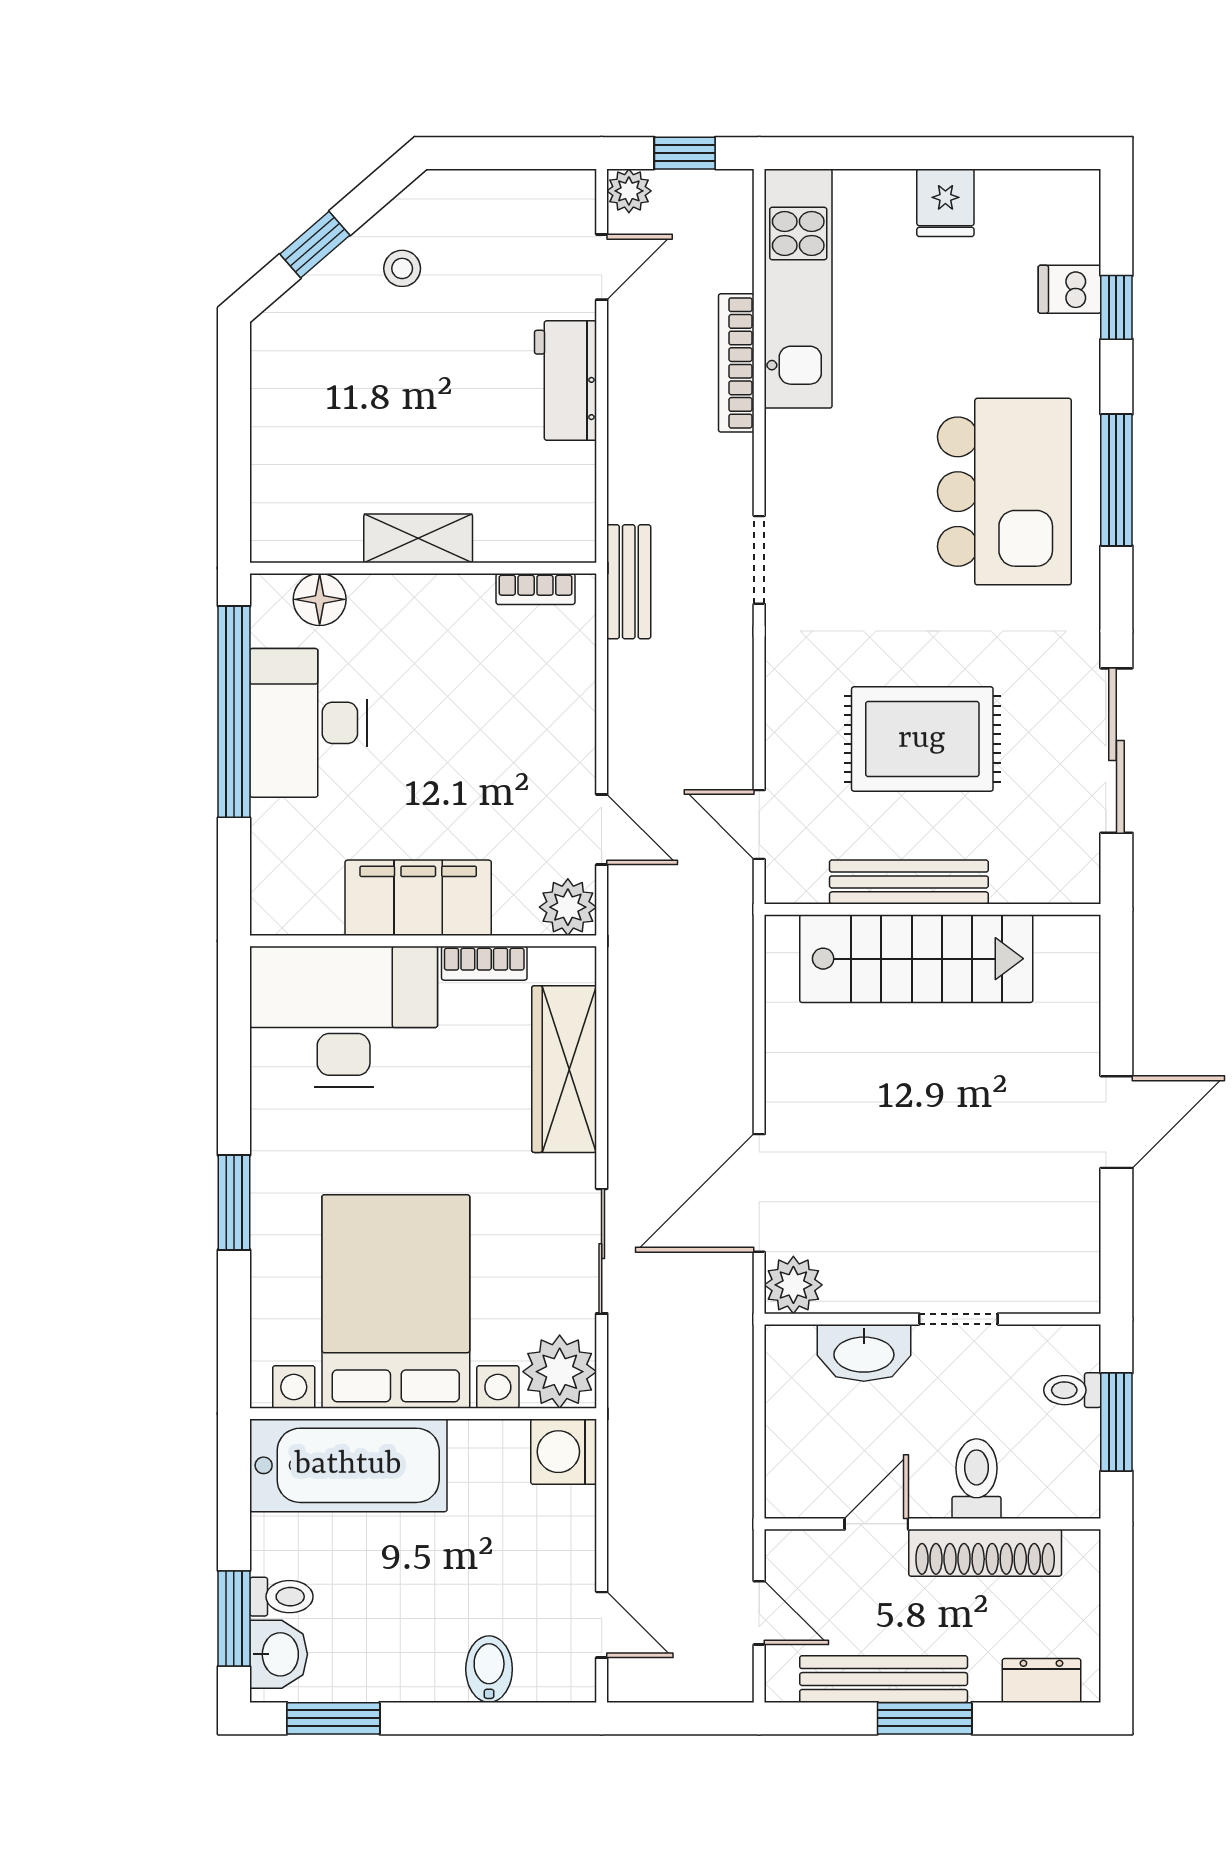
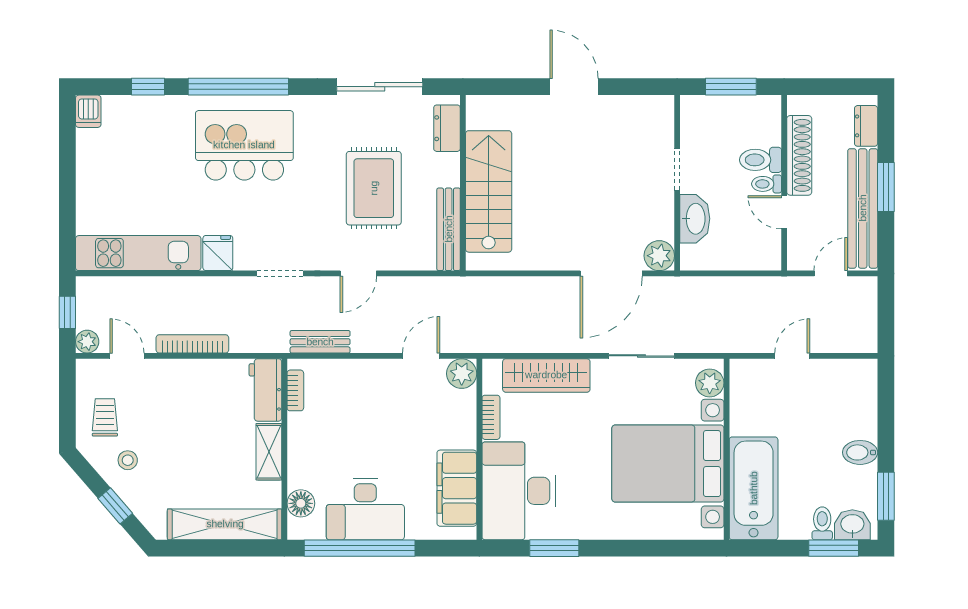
fridge: (945, 203) -> (218, 253), moved, turned -90
trolley: (484, 225) -> (105, 417), added
dishwasher: (1069, 289) -> (88, 111), moved
bookcase: (736, 363) -> (192, 344), moved, turned 180
workbench: (565, 381) -> (265, 390), moved, turned 90
shelving: (280, 454) -> (225, 524), added
window: (1116, 480) -> (238, 87), width x1.46
bench: (629, 582) -> (320, 342), moved
door: (759, 825) -> (358, 273), moved
dresser: (1037, 879) -> (447, 128), added
bench: (909, 882) -> (449, 229), moved
filing cabinet: (418, 898) -> (457, 488), moved
door: (759, 1193) -> (611, 273), hinge flipped
window: (234, 1203) -> (554, 548), moved
plant: (560, 1372) -> (710, 383), width x0.73, depth x0.73
toilet: (1072, 1390) -> (767, 184), moved, turned 90
washing machine: (564, 1452) -> (746, 376), removed
door: (602, 1625) -> (792, 356), moved
bidet: (489, 1669) -> (860, 452), moved
bench: (884, 1679) -> (863, 208), width x1.37, depth x1.21

